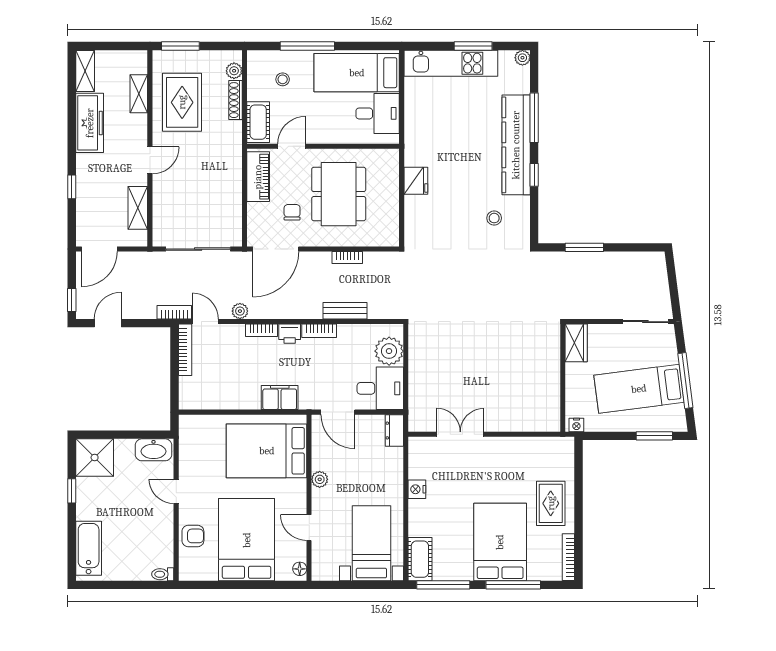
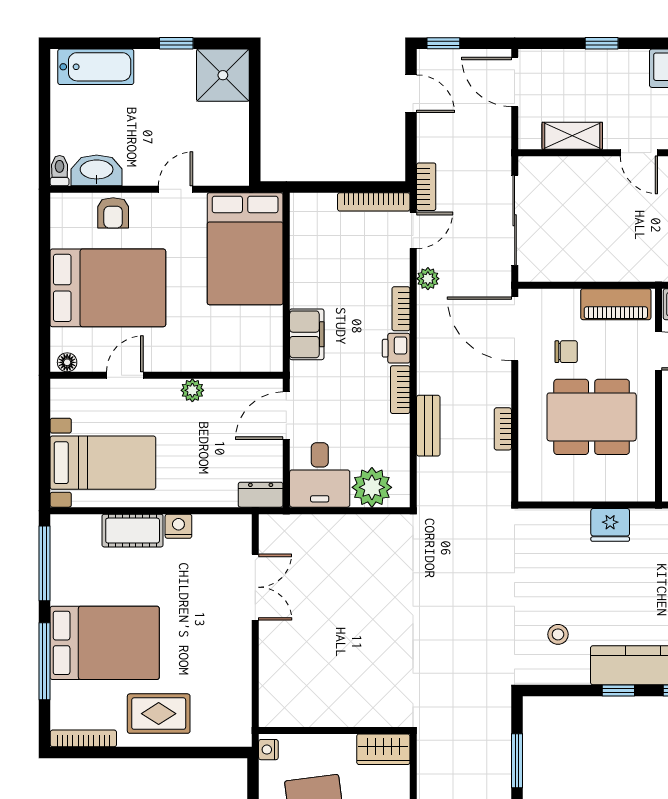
washbasin: (153, 450) -> (97, 170), moved, turned 90
bed: (267, 451) -> (245, 249), moved, turned 180
cot: (420, 559) -> (133, 531), moved

